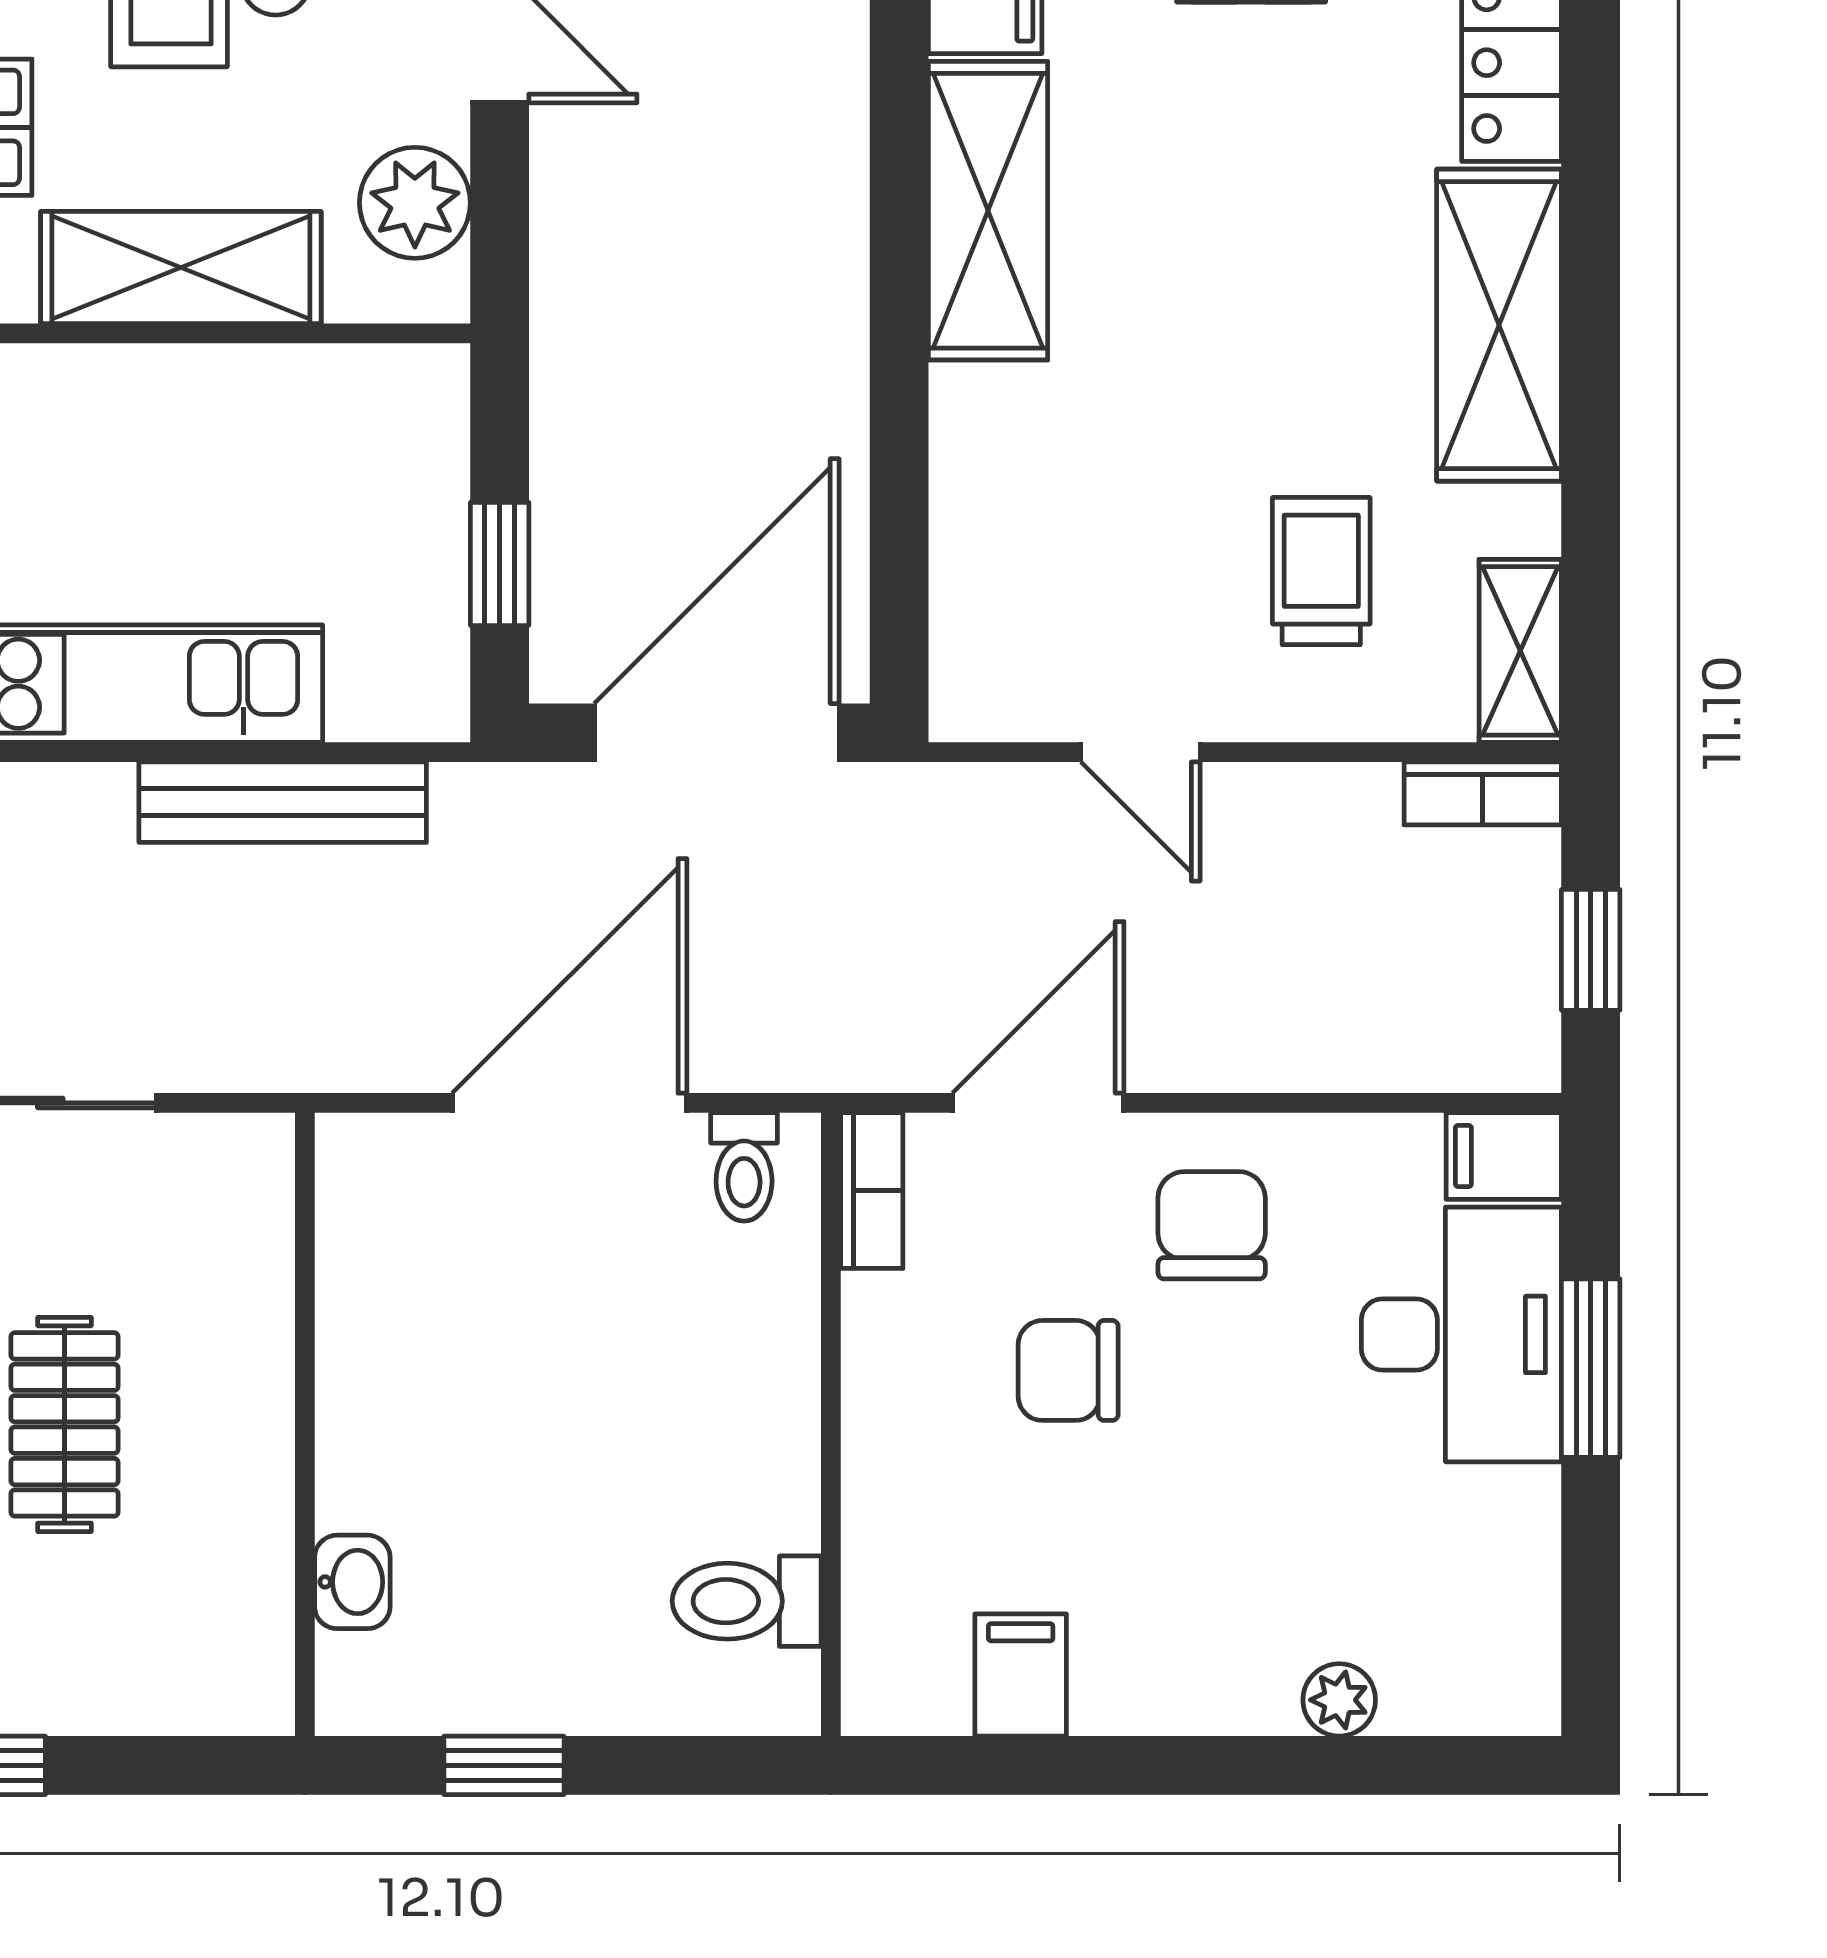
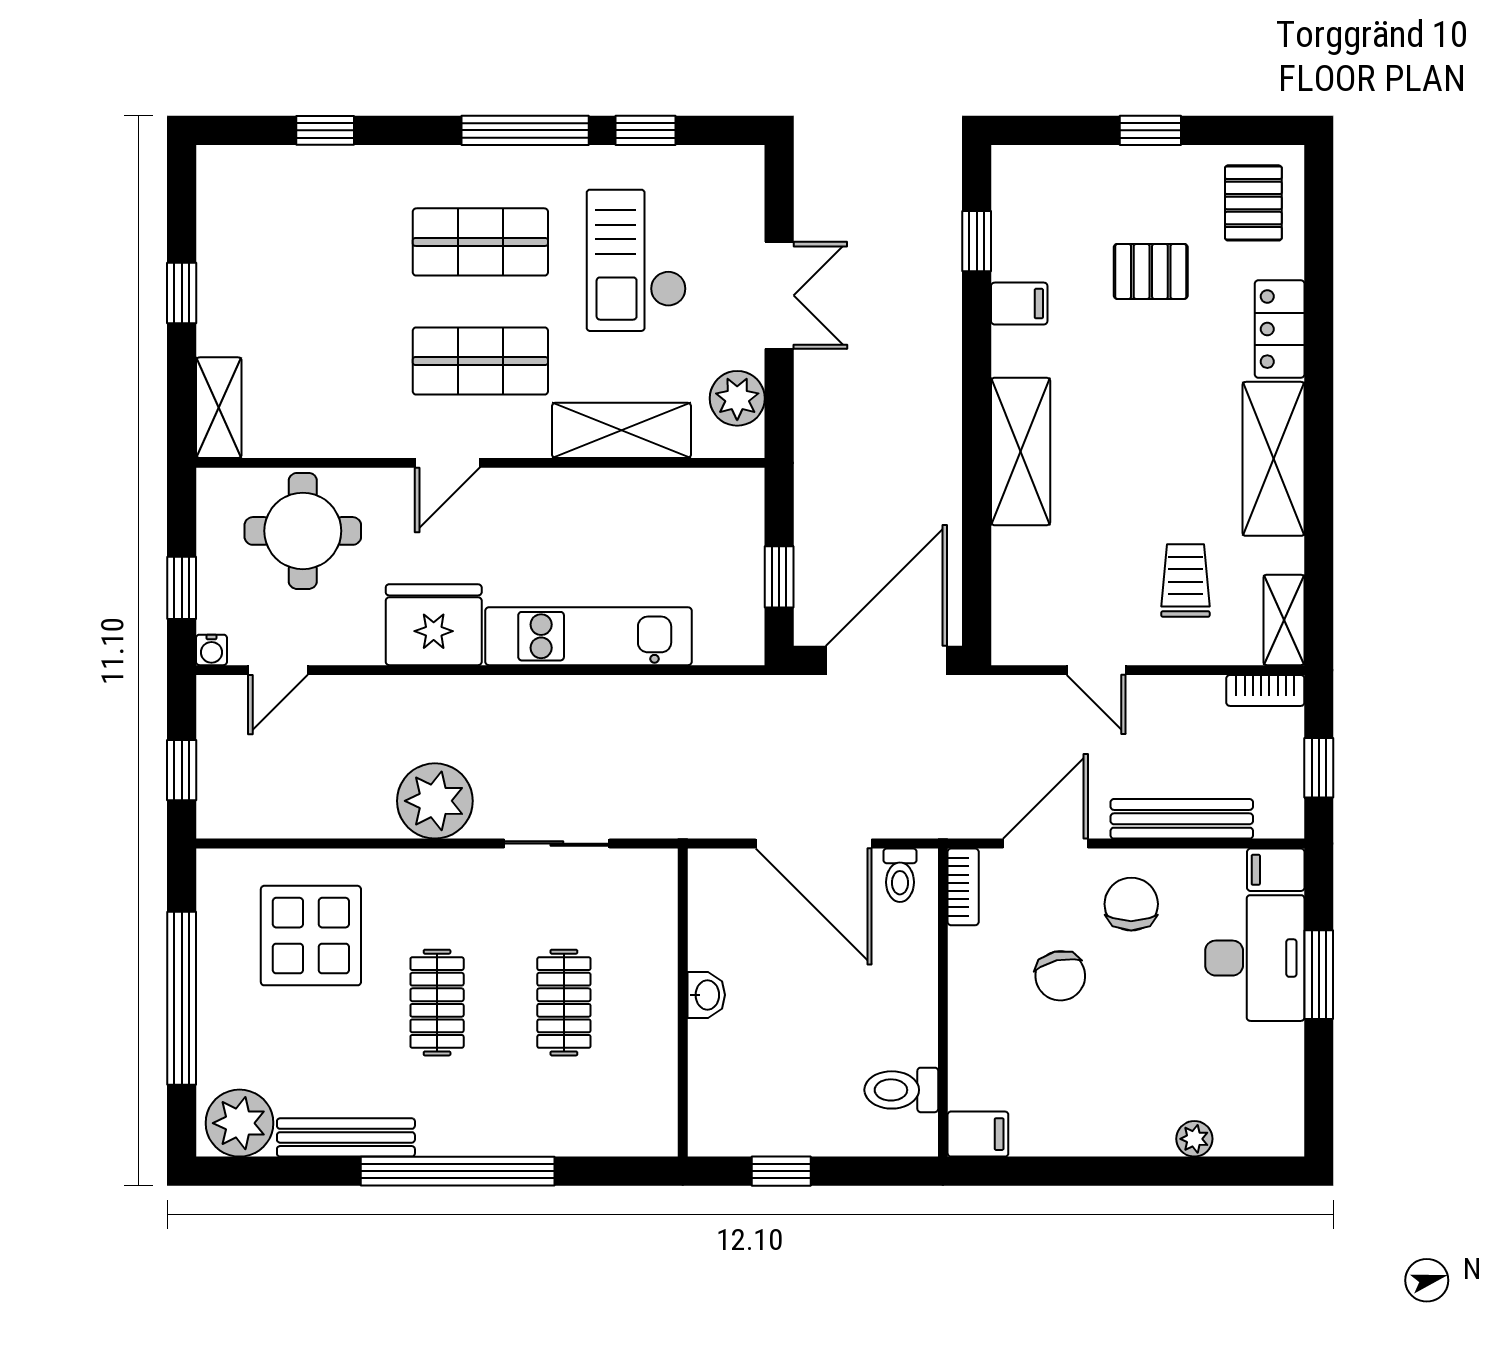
shelving: (988, 211) -> (1021, 451), moved
bench: (283, 802) -> (1182, 819), moved
door: (569, 1103) -> (814, 844), swing flipped
chair: (1068, 1370) -> (1060, 976), turned -103
washbasin: (352, 1582) -> (706, 995), moved
filing cabinet: (1021, 1675) -> (978, 1134), moved, turned 90

